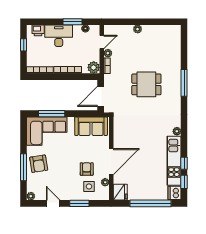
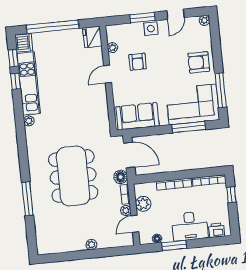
window: (24, 45) -> (231, 195), moved
plant: (94, 67) -> (143, 204), moved
floor lamp: (109, 80) -> (121, 177), added
window: (184, 83) -> (28, 199), moved
dining table: (146, 84) -> (73, 176), width x1.88, depth x1.24
door: (101, 96) -> (129, 155), hinge flipped
door: (111, 162) -> (108, 74), width x0.53
armchair: (39, 164) -> (199, 62), turned -81
window: (24, 167) -> (221, 90), moved
side table: (89, 186) -> (151, 29), moved
door: (53, 203) -> (175, 14), hinge flipped

